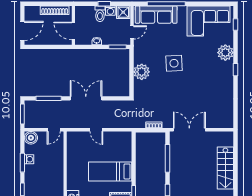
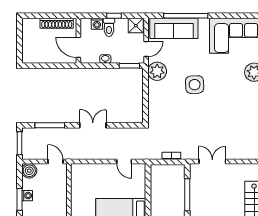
washing machine: (110, 11) -> (97, 24), moved
door: (22, 31) -> (19, 47), removed
plant: (142, 72) -> (157, 71), moved
double door: (86, 98) -> (93, 125), width x0.73
door: (54, 130) -> (55, 161), swing flipped
door: (96, 130) -> (124, 161), moved
double door: (189, 130) -> (212, 161), width x0.73

